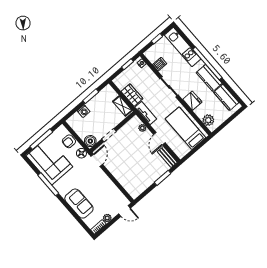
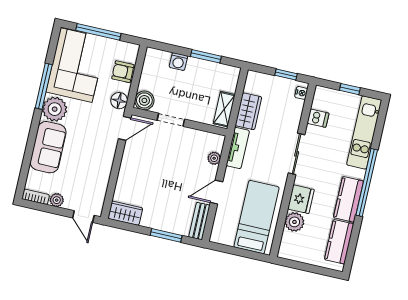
plant: (208, 120) -> (294, 222), moved
plant: (63, 187) -> (55, 109), added
wardrobe: (138, 190) -> (125, 213), added

